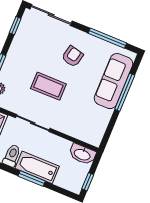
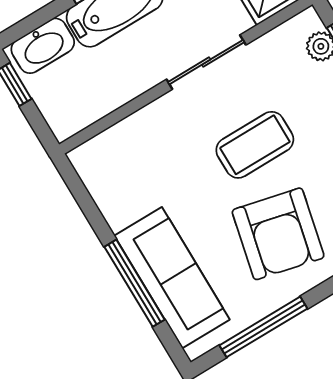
armchair: (72, 56) -> (278, 234), width x1.88, depth x1.88
washbasin: (82, 154) -> (43, 46), moved, turned 180

